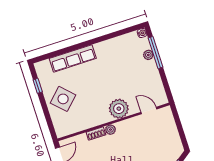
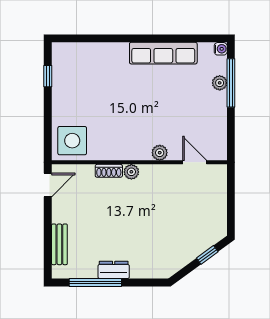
row of seats: (73, 58) -> (163, 53), moved
side table: (63, 99) -> (72, 141), moved, turned 45
plant: (119, 109) -> (160, 153), width x0.53, depth x0.53

